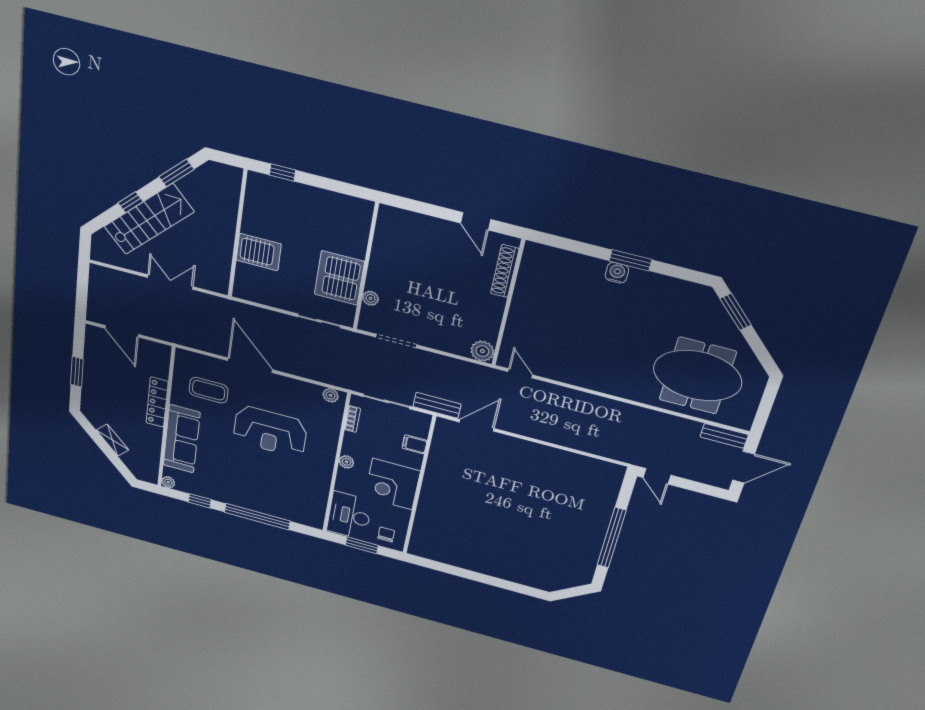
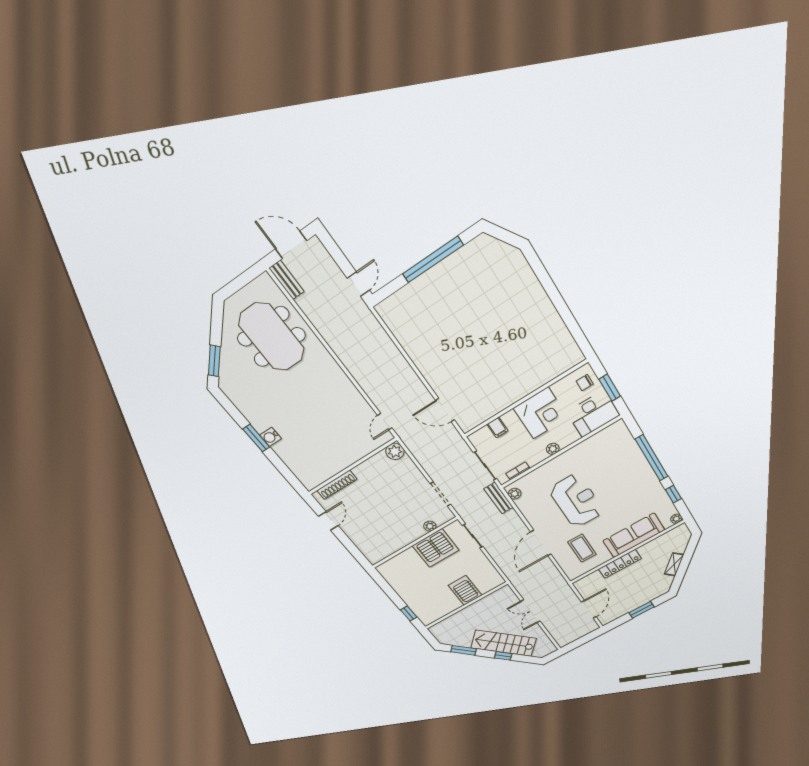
bench: (437, 405) -> (499, 498), moved

